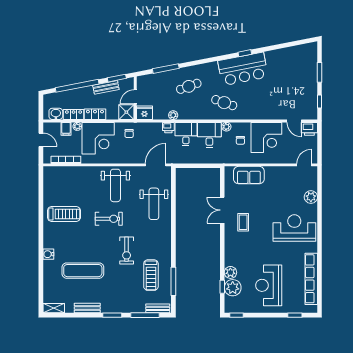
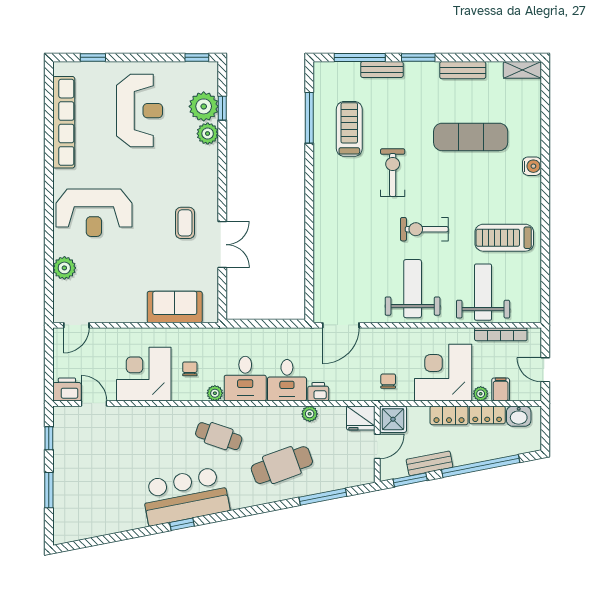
cafe table: (189, 86) -> (282, 465), width x1.37, depth x1.35
weight bench: (154, 204) -> (483, 292), moved
bench: (158, 308) -> (382, 69), moved

